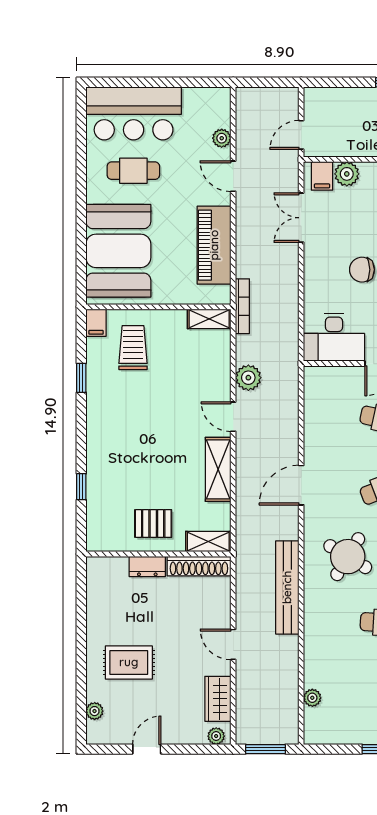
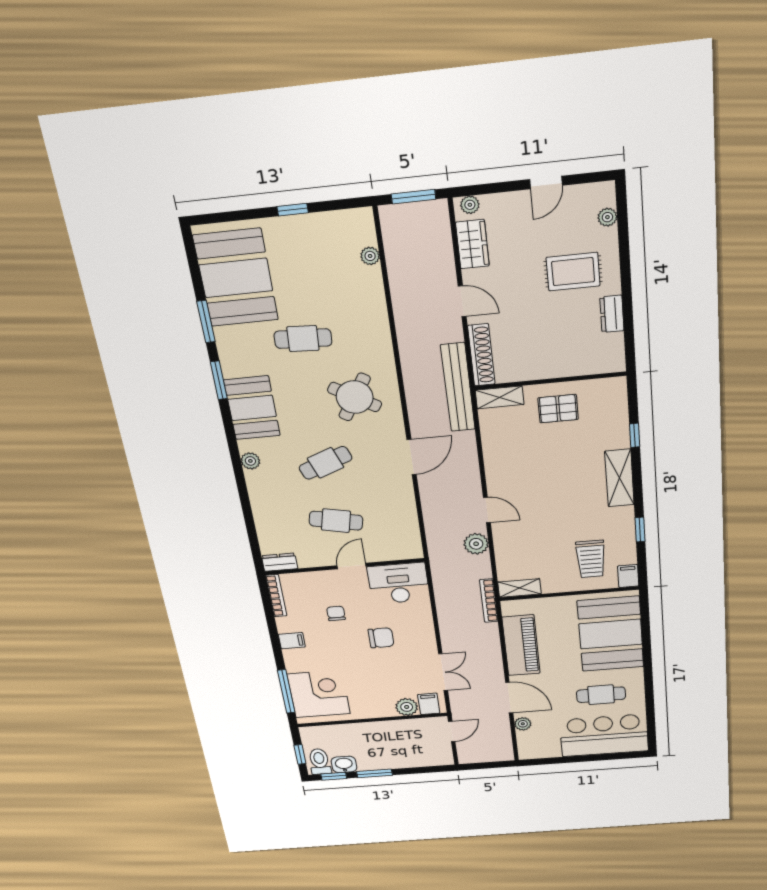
door: (233, 176) -> (509, 698), width x1.38
shelving: (218, 469) -> (619, 478), moved
dresser: (147, 566) -> (612, 314), moved, turned -90
shoe rack: (199, 566) -> (481, 355), moved, turned 90
bench: (287, 587) -> (458, 387), moved

